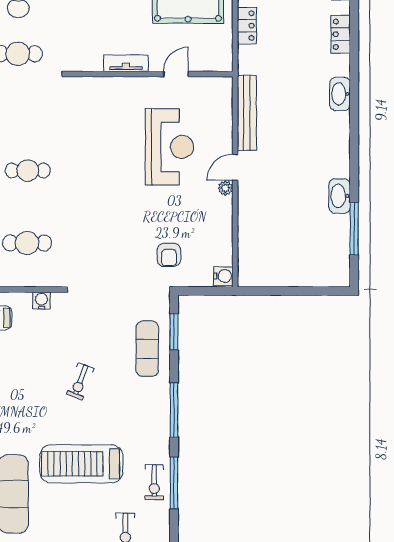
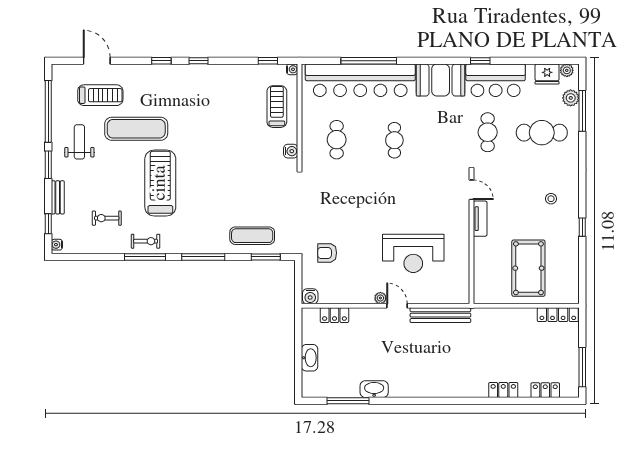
locker: (247, 26) -> (334, 315), moved
door: (176, 74) -> (471, 190), moved
washbasin: (340, 94) -> (310, 358), moved, turned 90
exercise bike: (80, 381) -> (226, 182), removed
exercise bike: (154, 482) -> (146, 241), turned 180

